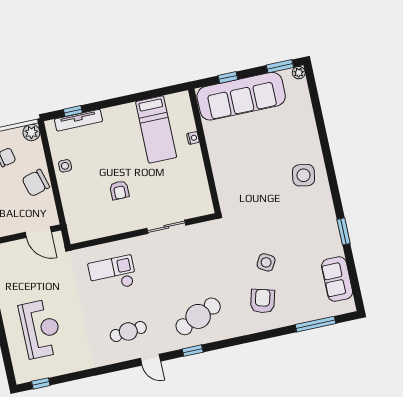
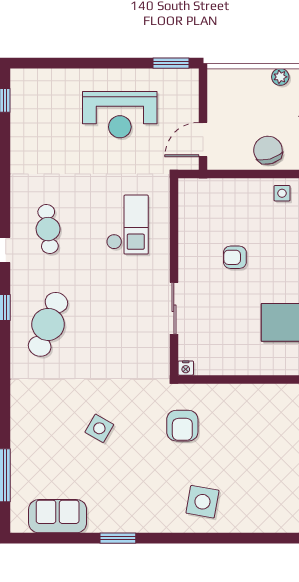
nightstand: (193, 138) -> (186, 368), moved
armchair: (263, 301) -> (182, 426), moved, turned 75
cafe table: (198, 316) -> (48, 324), turned 45
reception desk: (41, 329) -> (120, 115), moved

